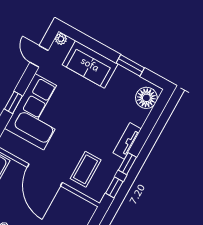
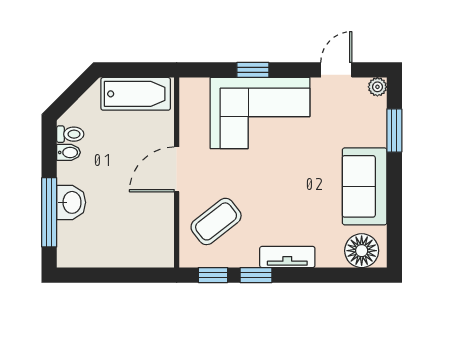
sofa: (90, 64) -> (365, 186), moved
window: (130, 65) -> (394, 131), moved
coffee table: (86, 169) -> (216, 221), turned -38
door: (45, 175) -> (177, 169), width x0.73

